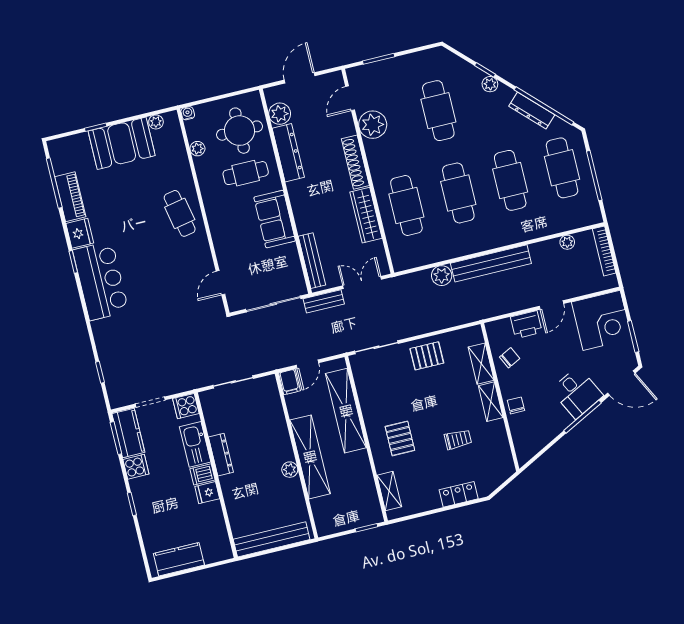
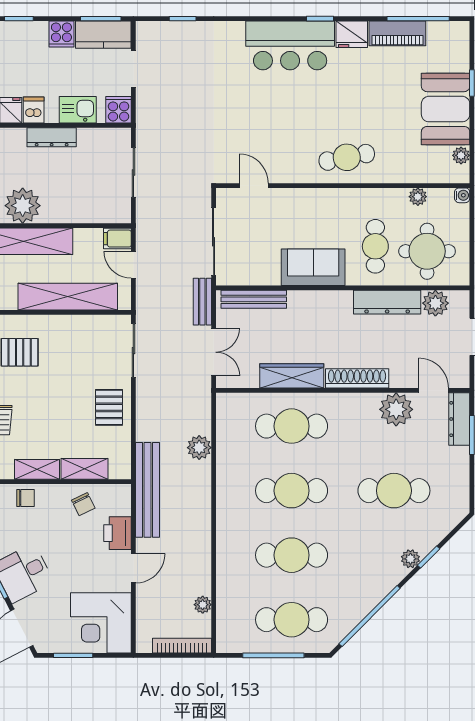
dresser: (532, 111) -> (459, 419), moved, turned -45
bench: (491, 263) -> (148, 490), moved
door: (551, 305) -> (133, 568), swing flipped
kitchen sink: (195, 444) -> (78, 110), width x0.73
plant: (290, 470) -> (23, 206), width x1.88, depth x1.88

